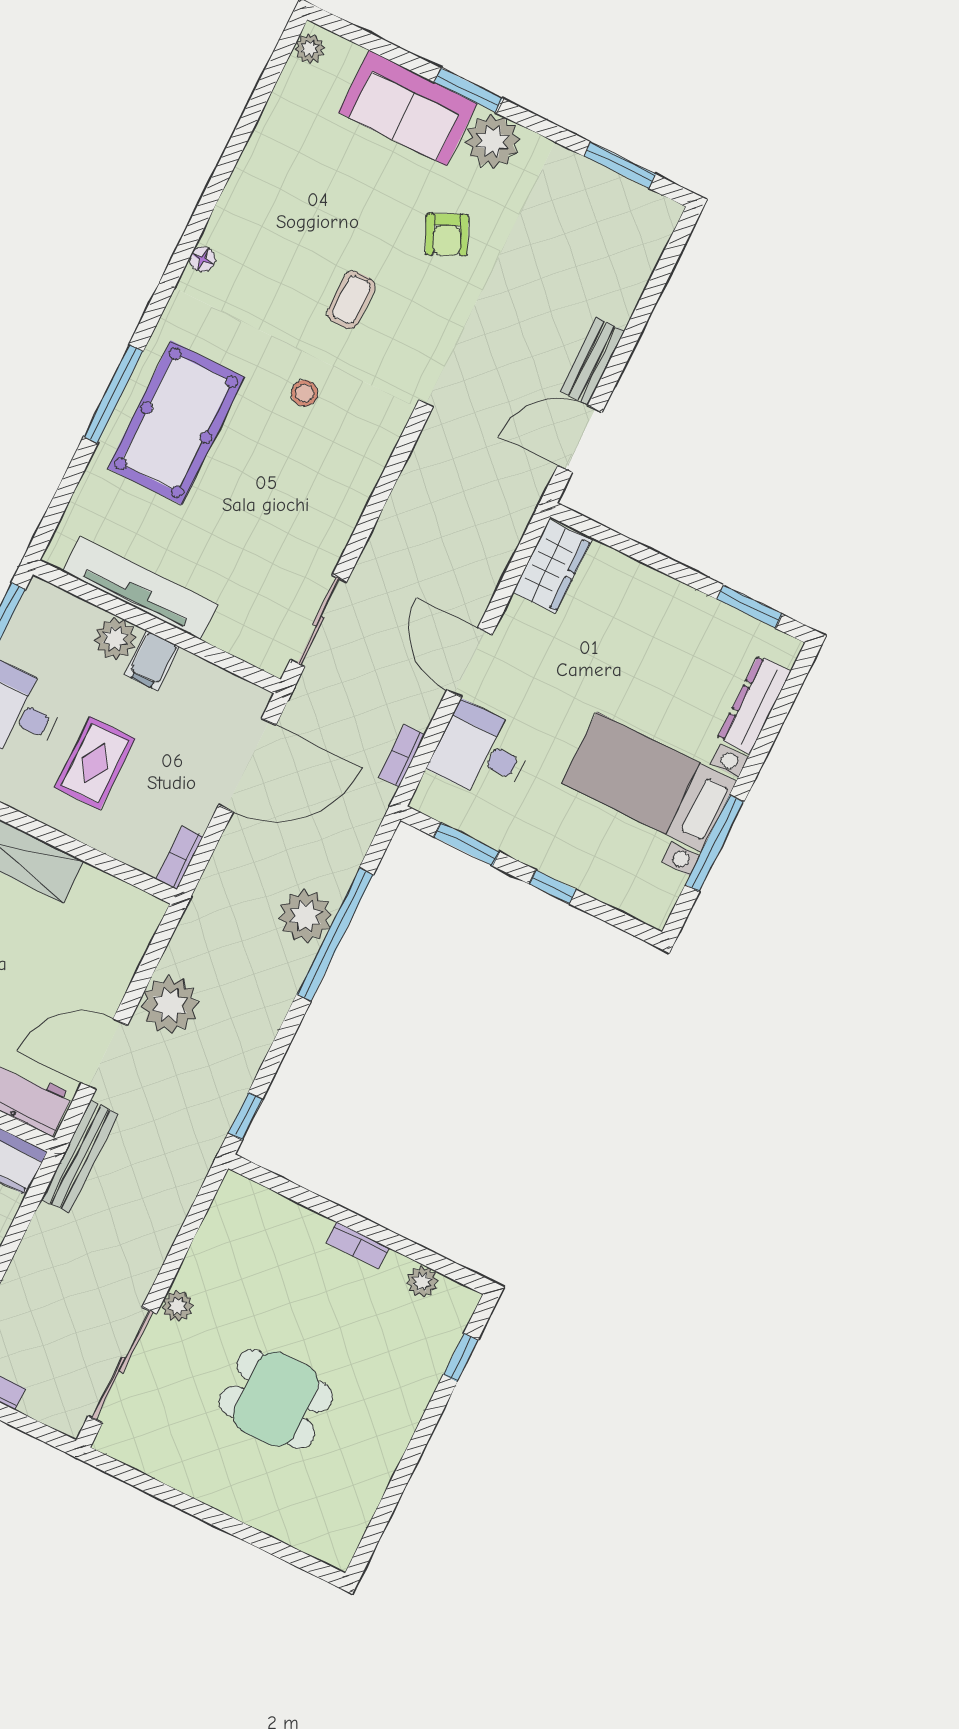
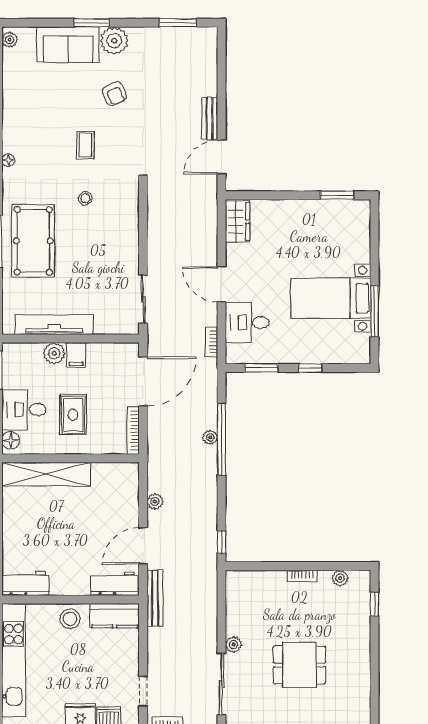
dresser: (754, 705) -> (361, 239), removed
bookcase: (180, 858) -> (133, 431), width x1.56
plant: (305, 916) -> (210, 437), width x0.53, depth x0.53
plant: (170, 1005) -> (155, 502), width x0.53, depth x0.53

